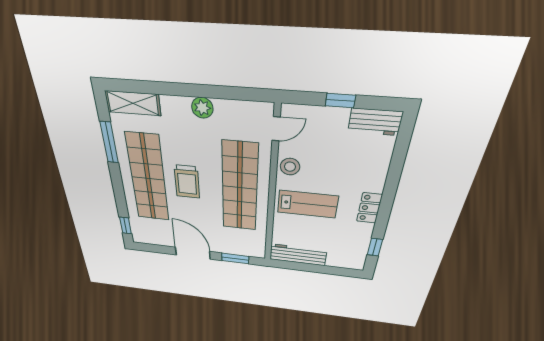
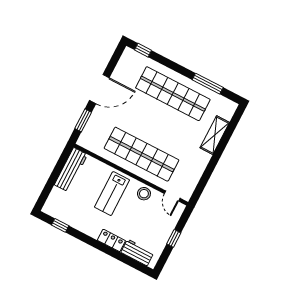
shelving: (133, 103) -> (215, 135), moved
plant: (202, 108) -> (203, 158), removed
workbench: (375, 122) -> (137, 252), moved, turned 90
trolley: (187, 182) -> (160, 120), removed
locker: (369, 208) -> (111, 240), moved

